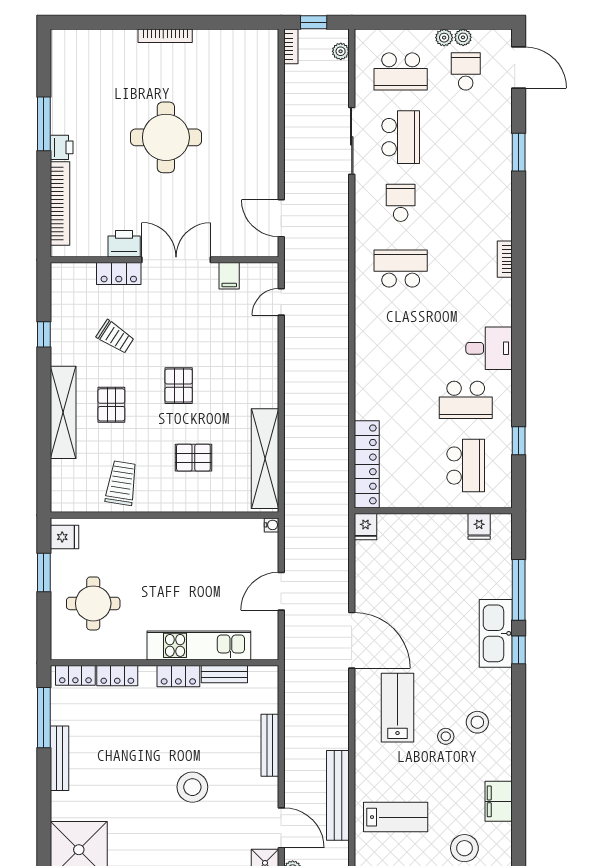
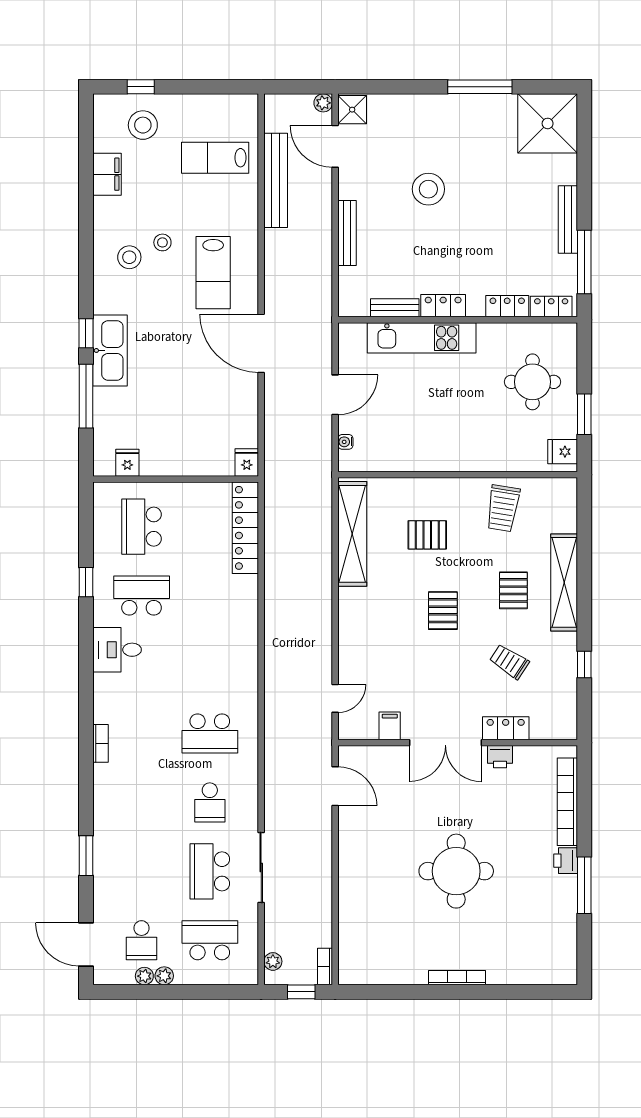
printer: (124, 244) -> (500, 757), width x0.73, depth x0.81
window: (519, 441) -> (86, 582), moved
water cooler: (271, 525) -> (345, 442), moved

